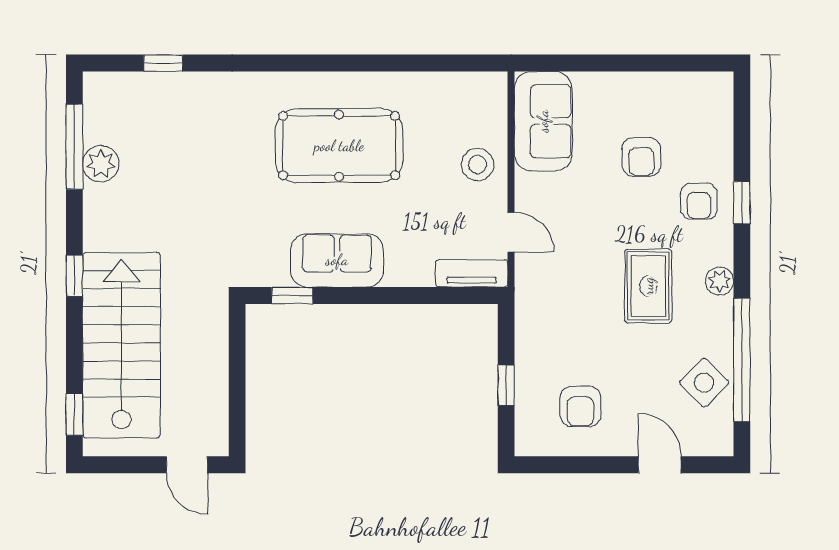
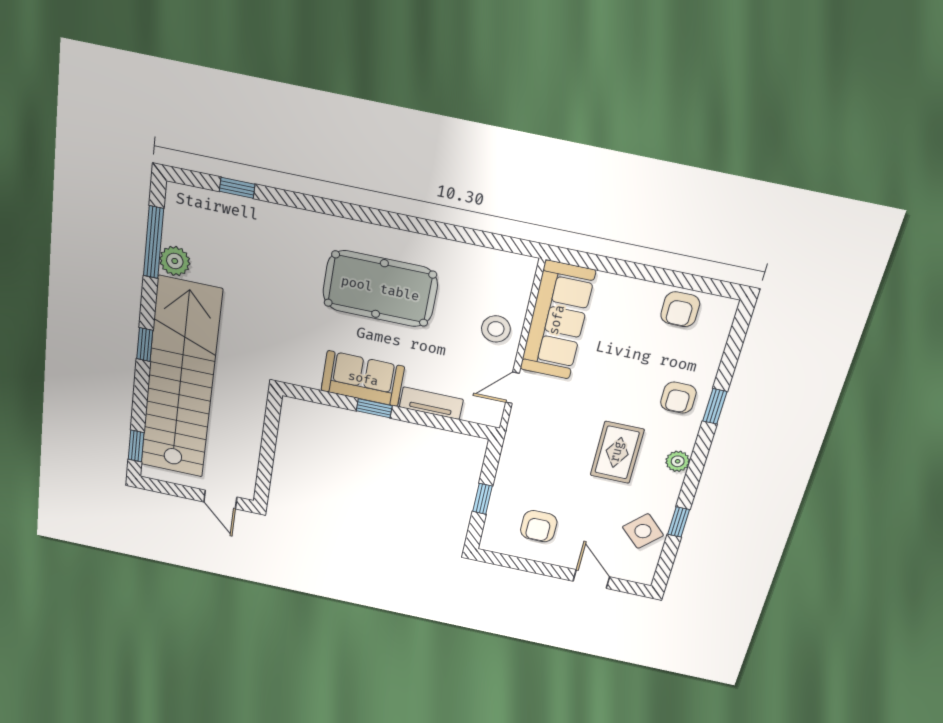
sofa: (543, 121) -> (557, 320), width x1.36
armchair: (641, 157) -> (680, 309), moved
door: (511, 232) -> (512, 388), swing flipped
tv unit: (472, 273) -> (431, 403), moved
window: (292, 295) -> (374, 408), moved
stairs: (121, 345) -> (181, 379), width x1.36
window: (742, 360) -> (679, 522), width x0.32

